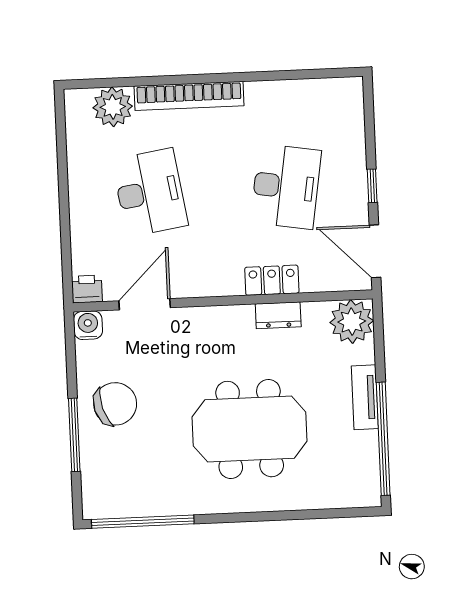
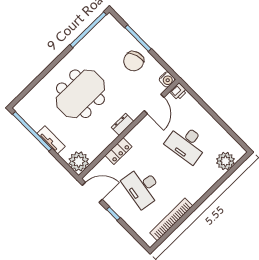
bookcase: (189, 96) -> (171, 219), moved
dresser: (278, 315) -> (122, 124), moved

